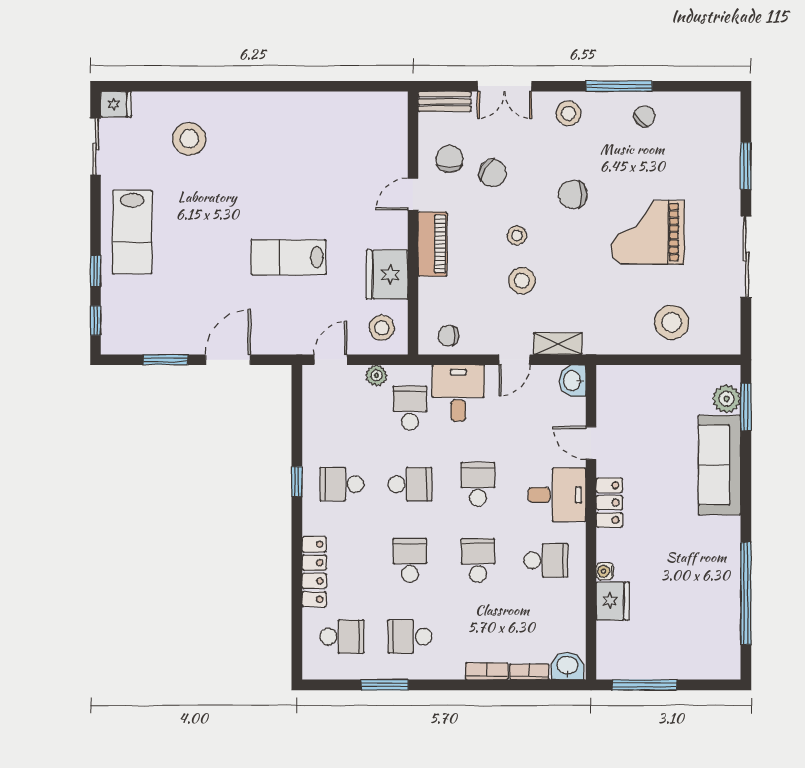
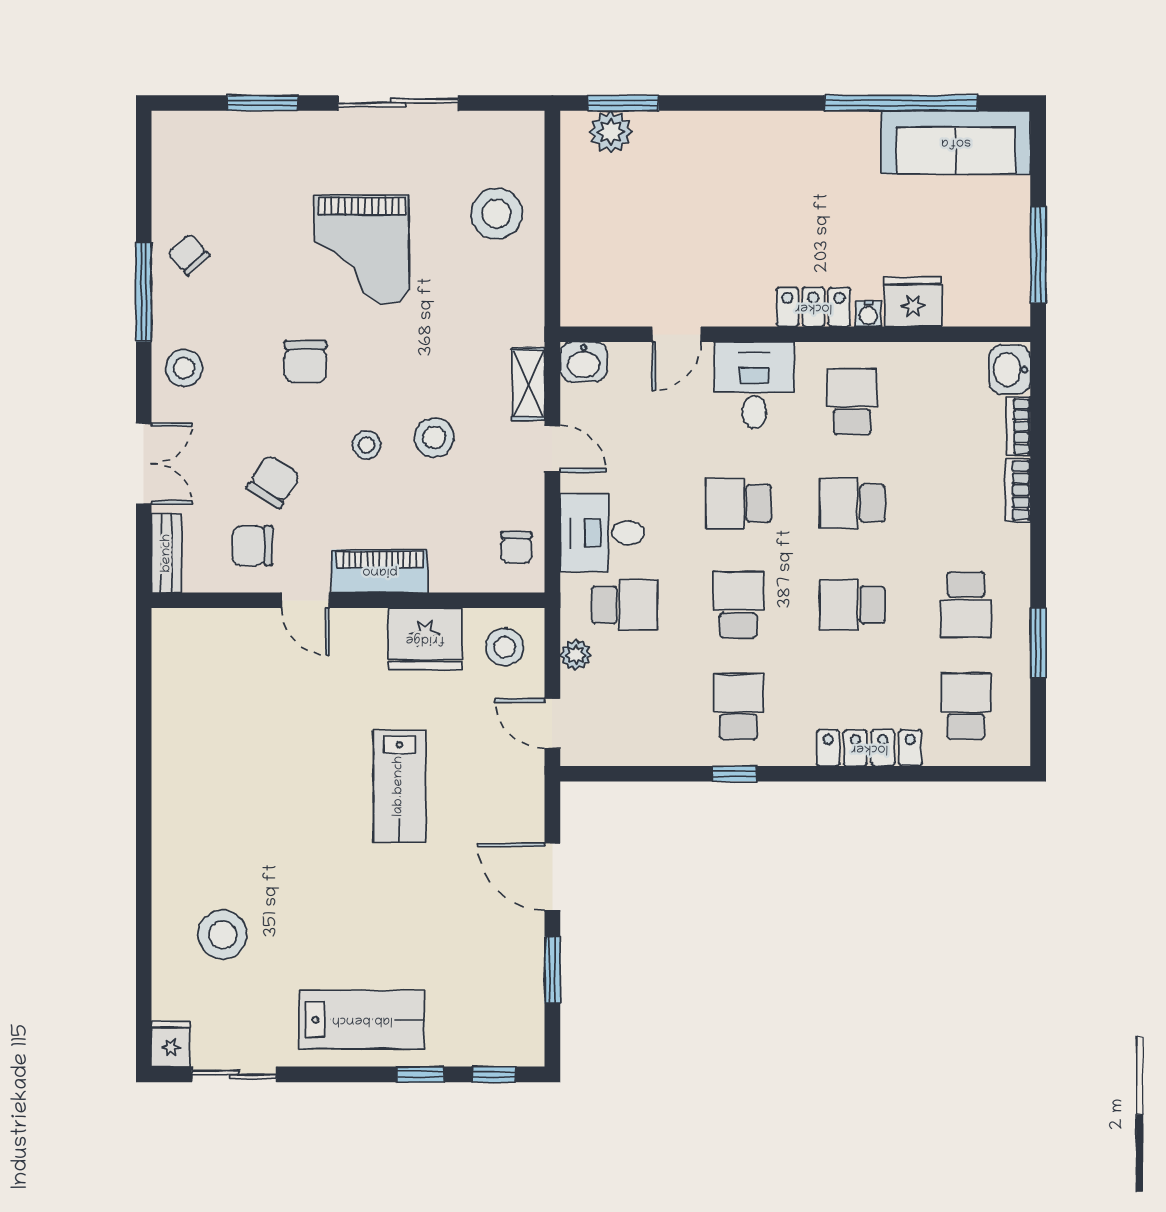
school desk: (410, 408) -> (625, 605), turned 180
sofa: (719, 465) -> (956, 142), moved
school desk: (342, 484) -> (738, 706), turned 180
locker: (609, 503) -> (813, 307), moved

